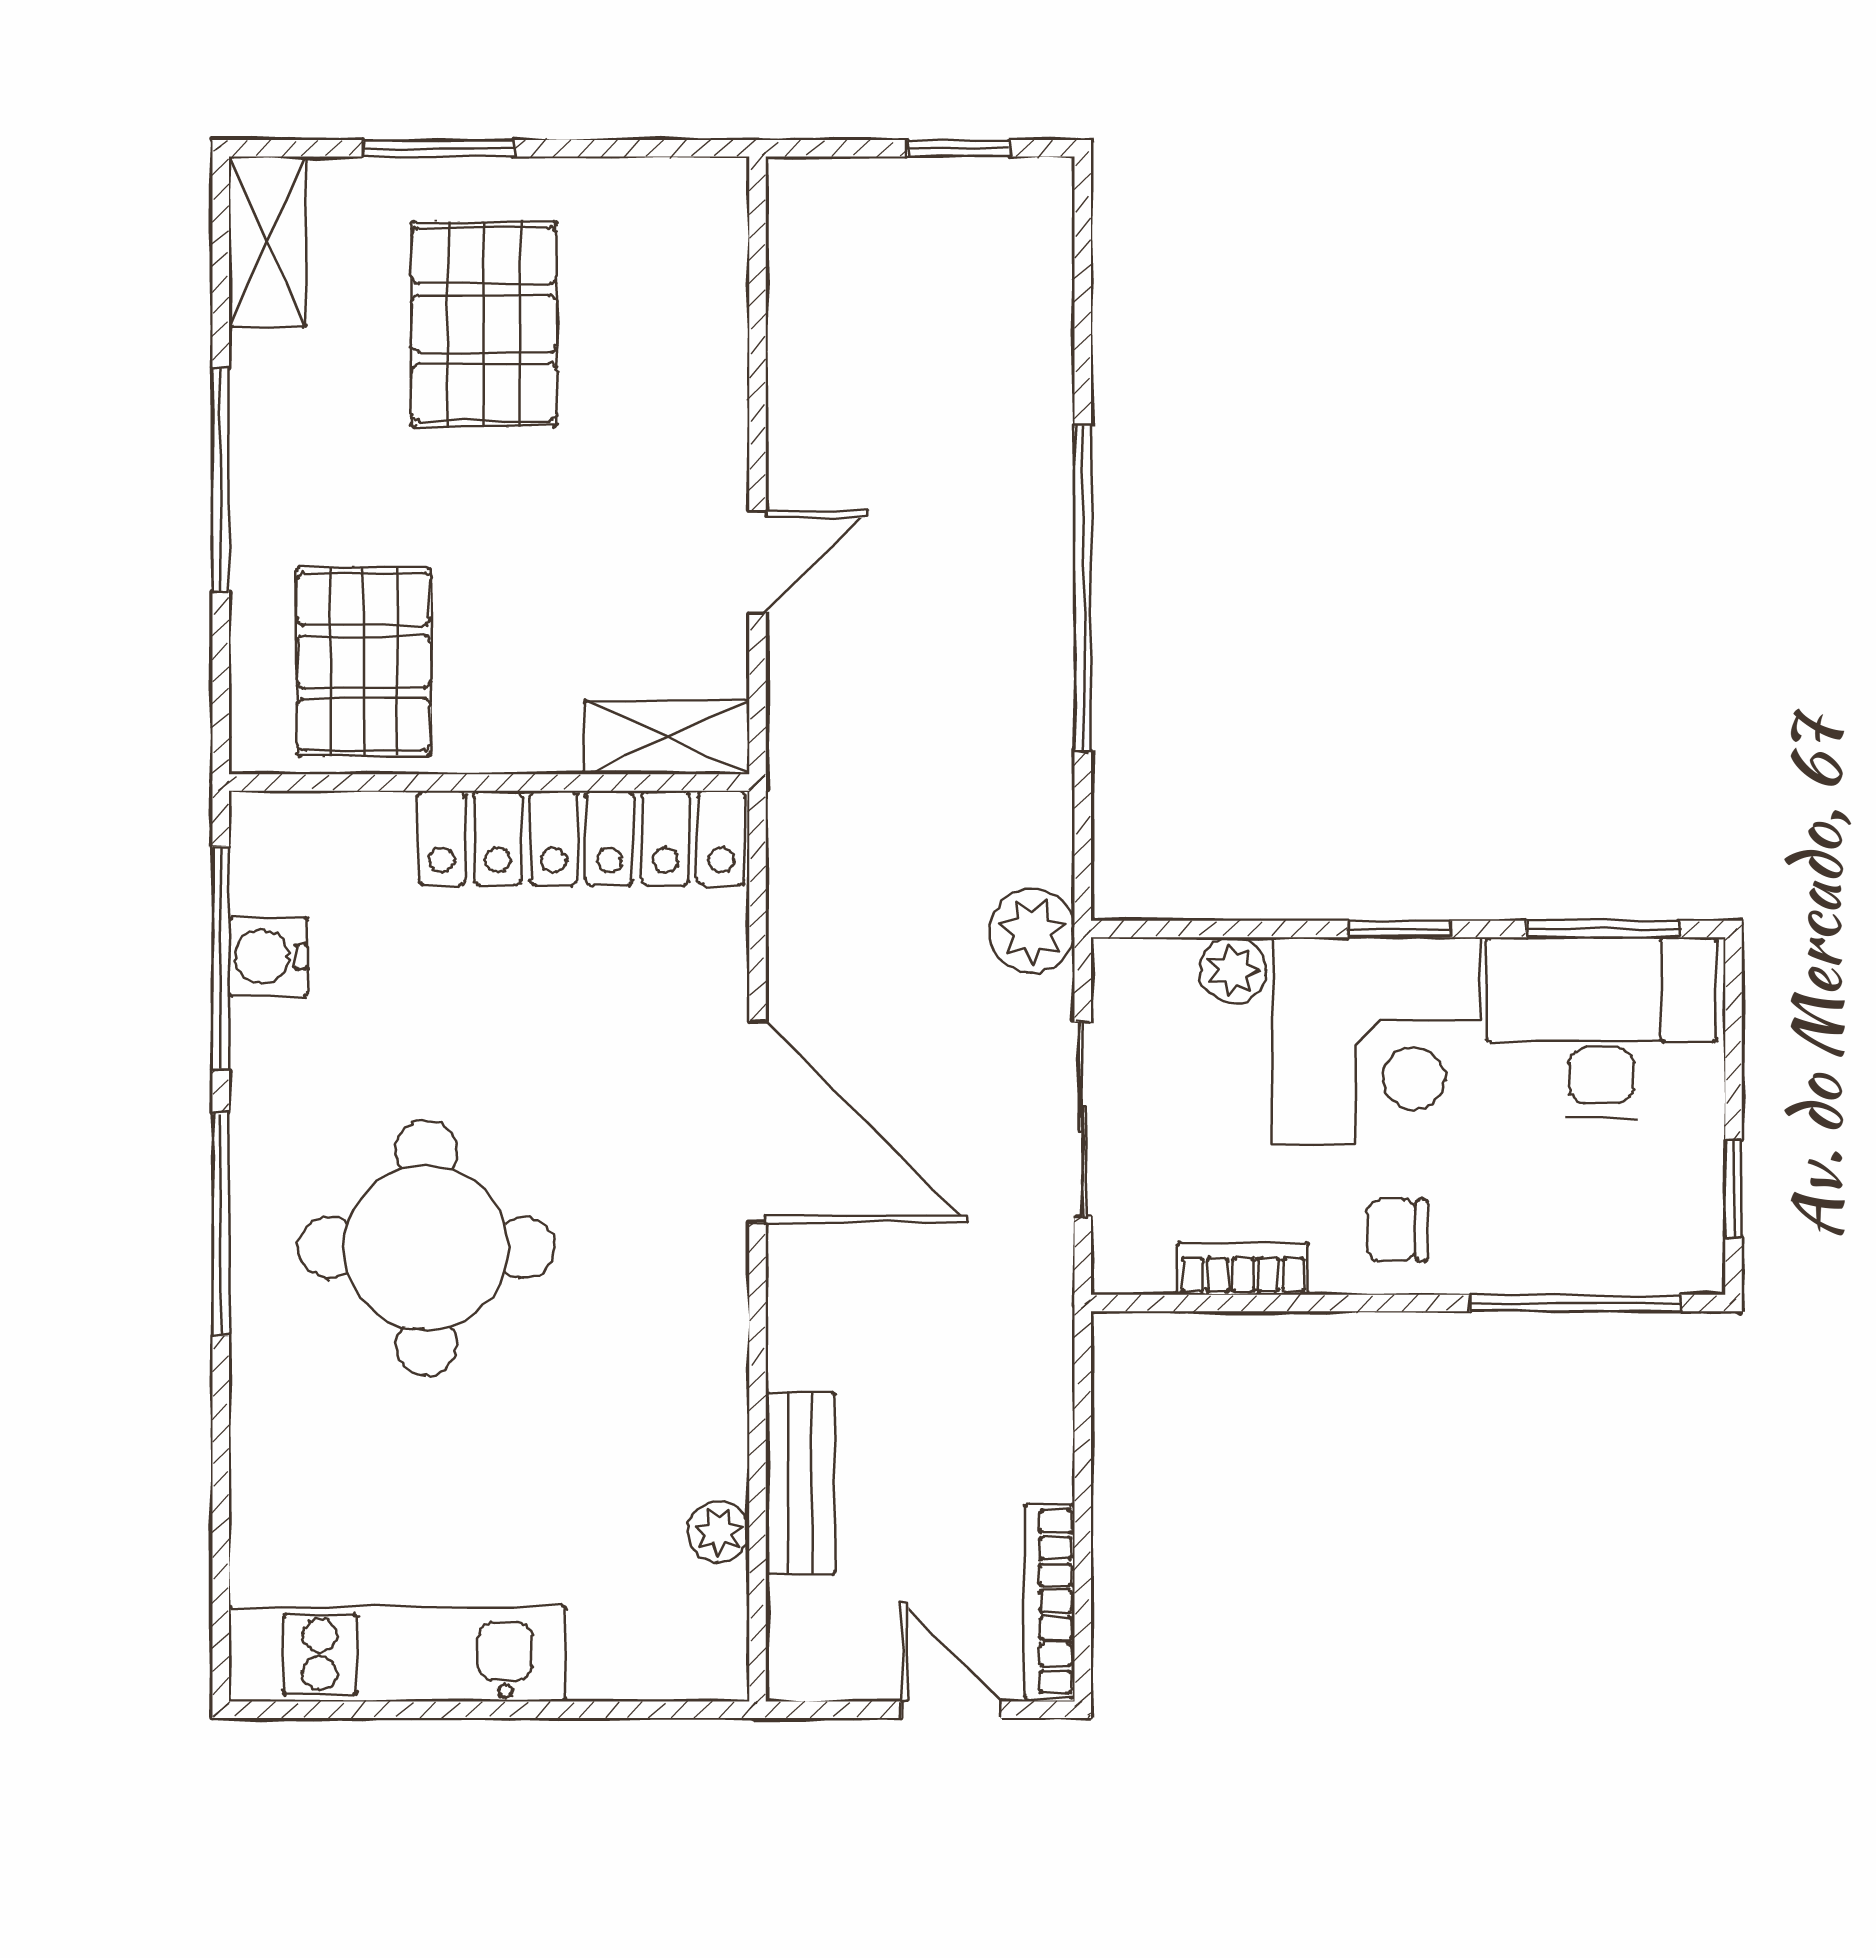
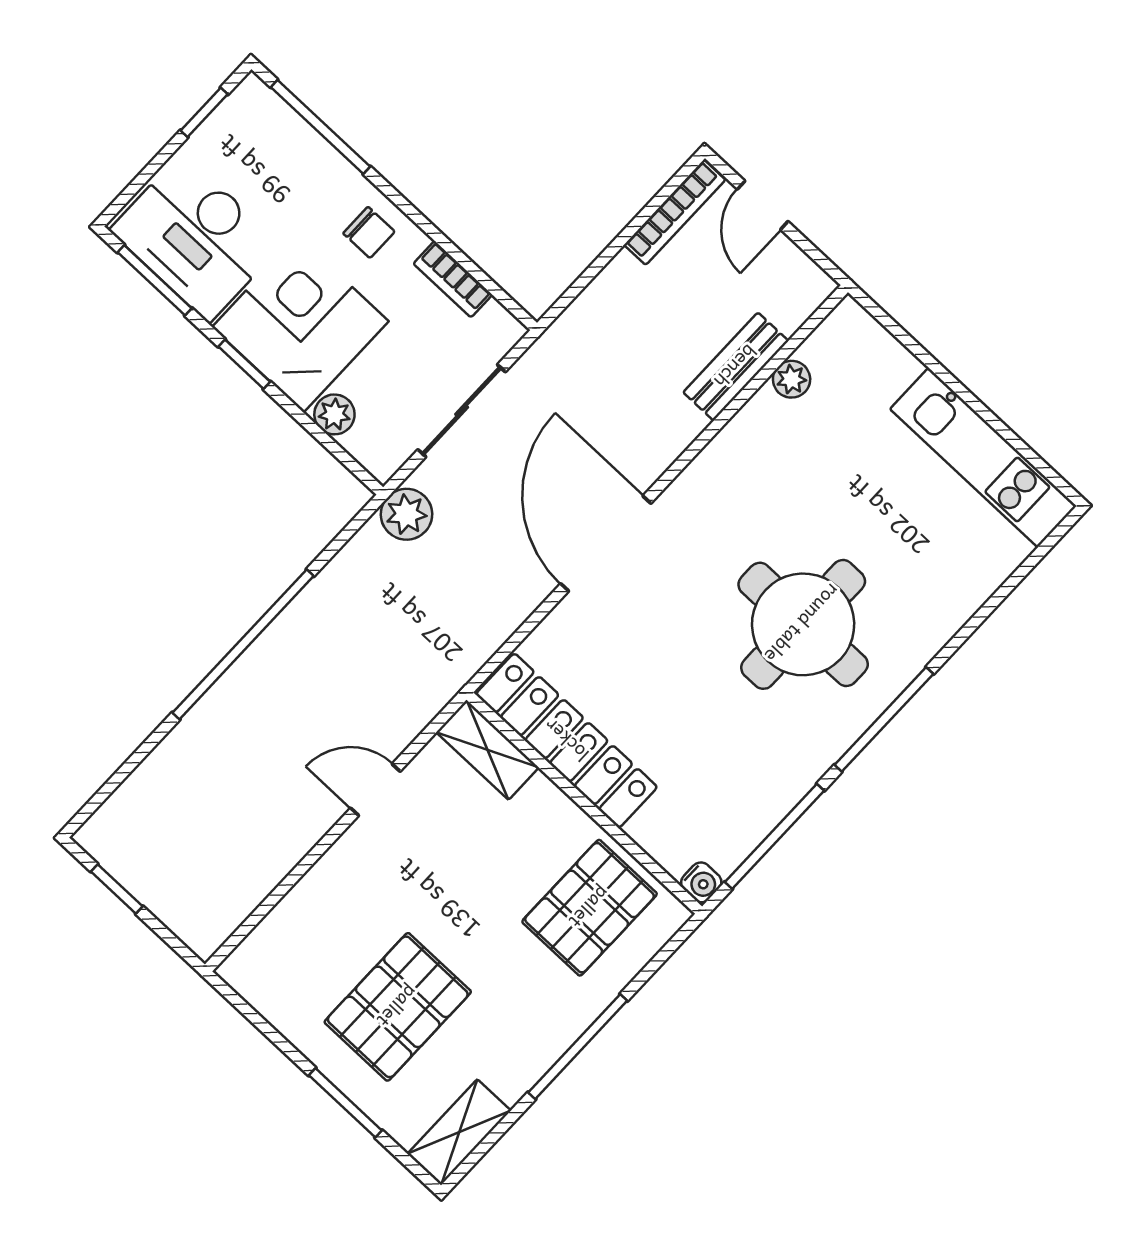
water cooler: (268, 957) -> (701, 882), moved, width x0.72, depth x0.72

